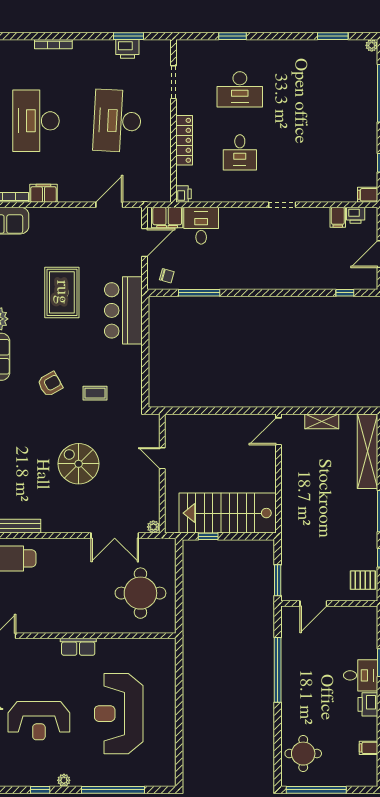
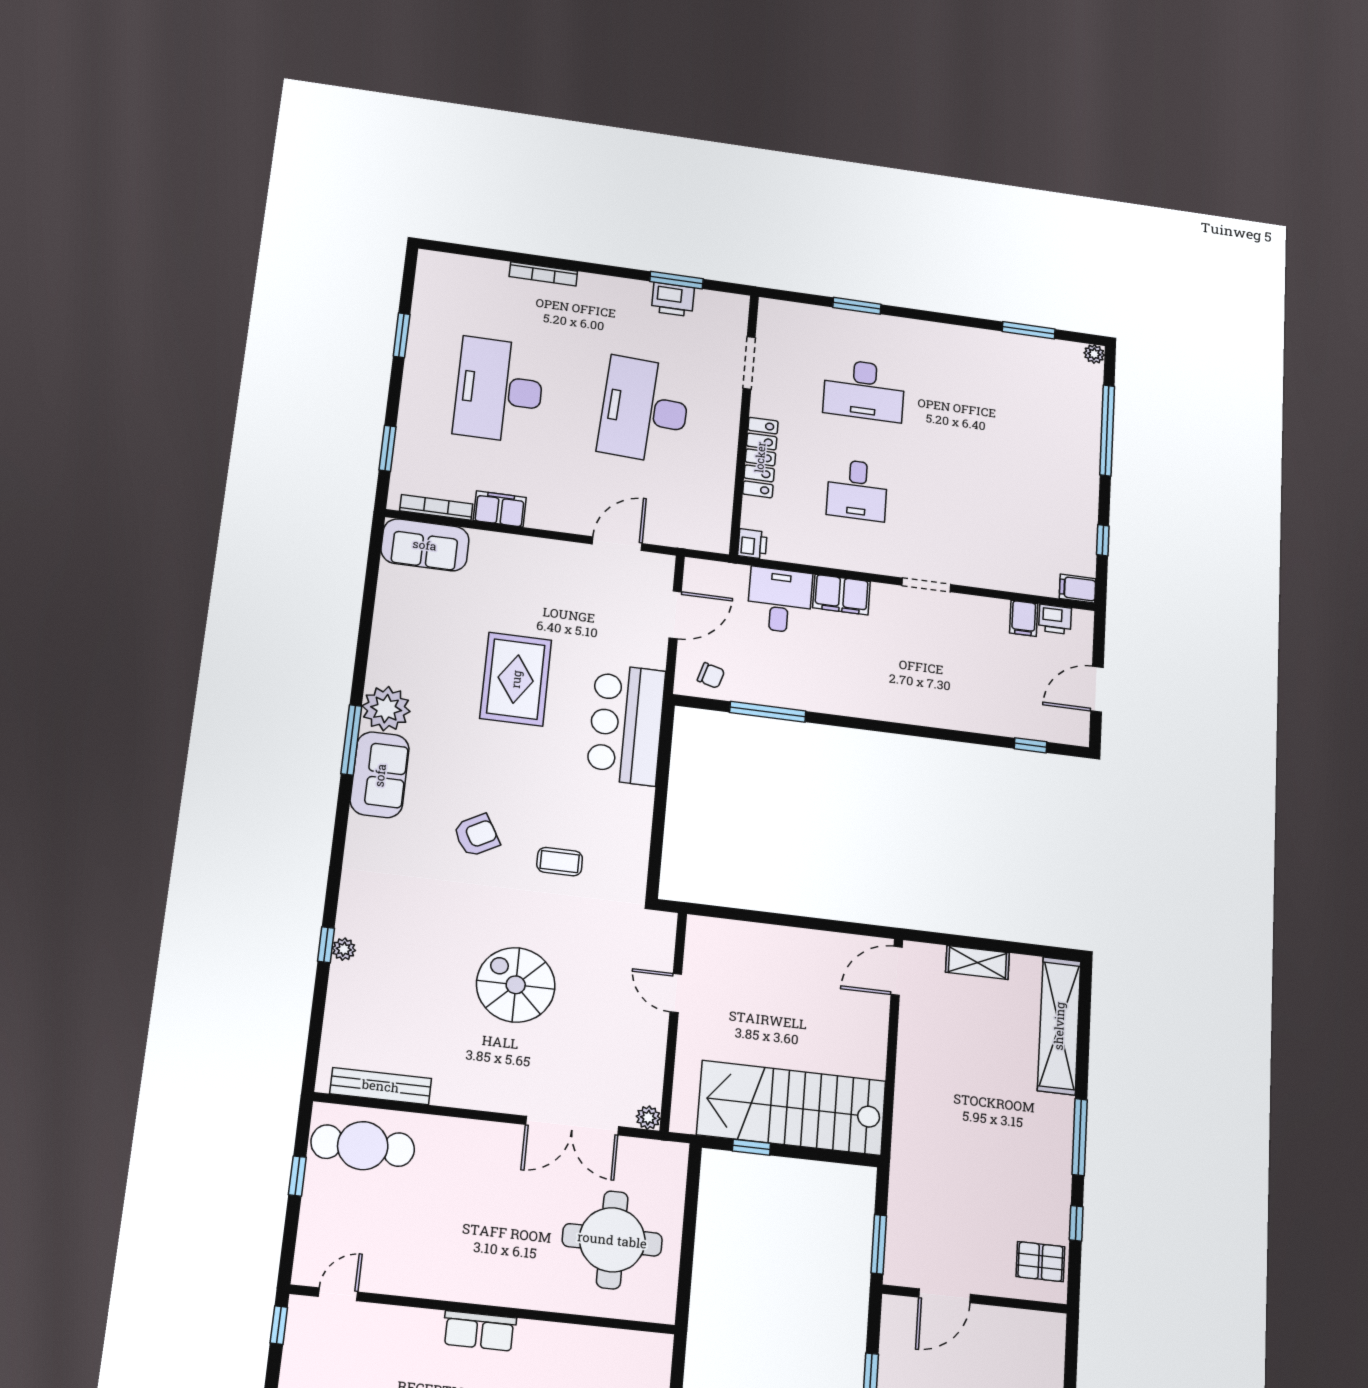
filing cabinet: (167, 217) -> (841, 595), moved

